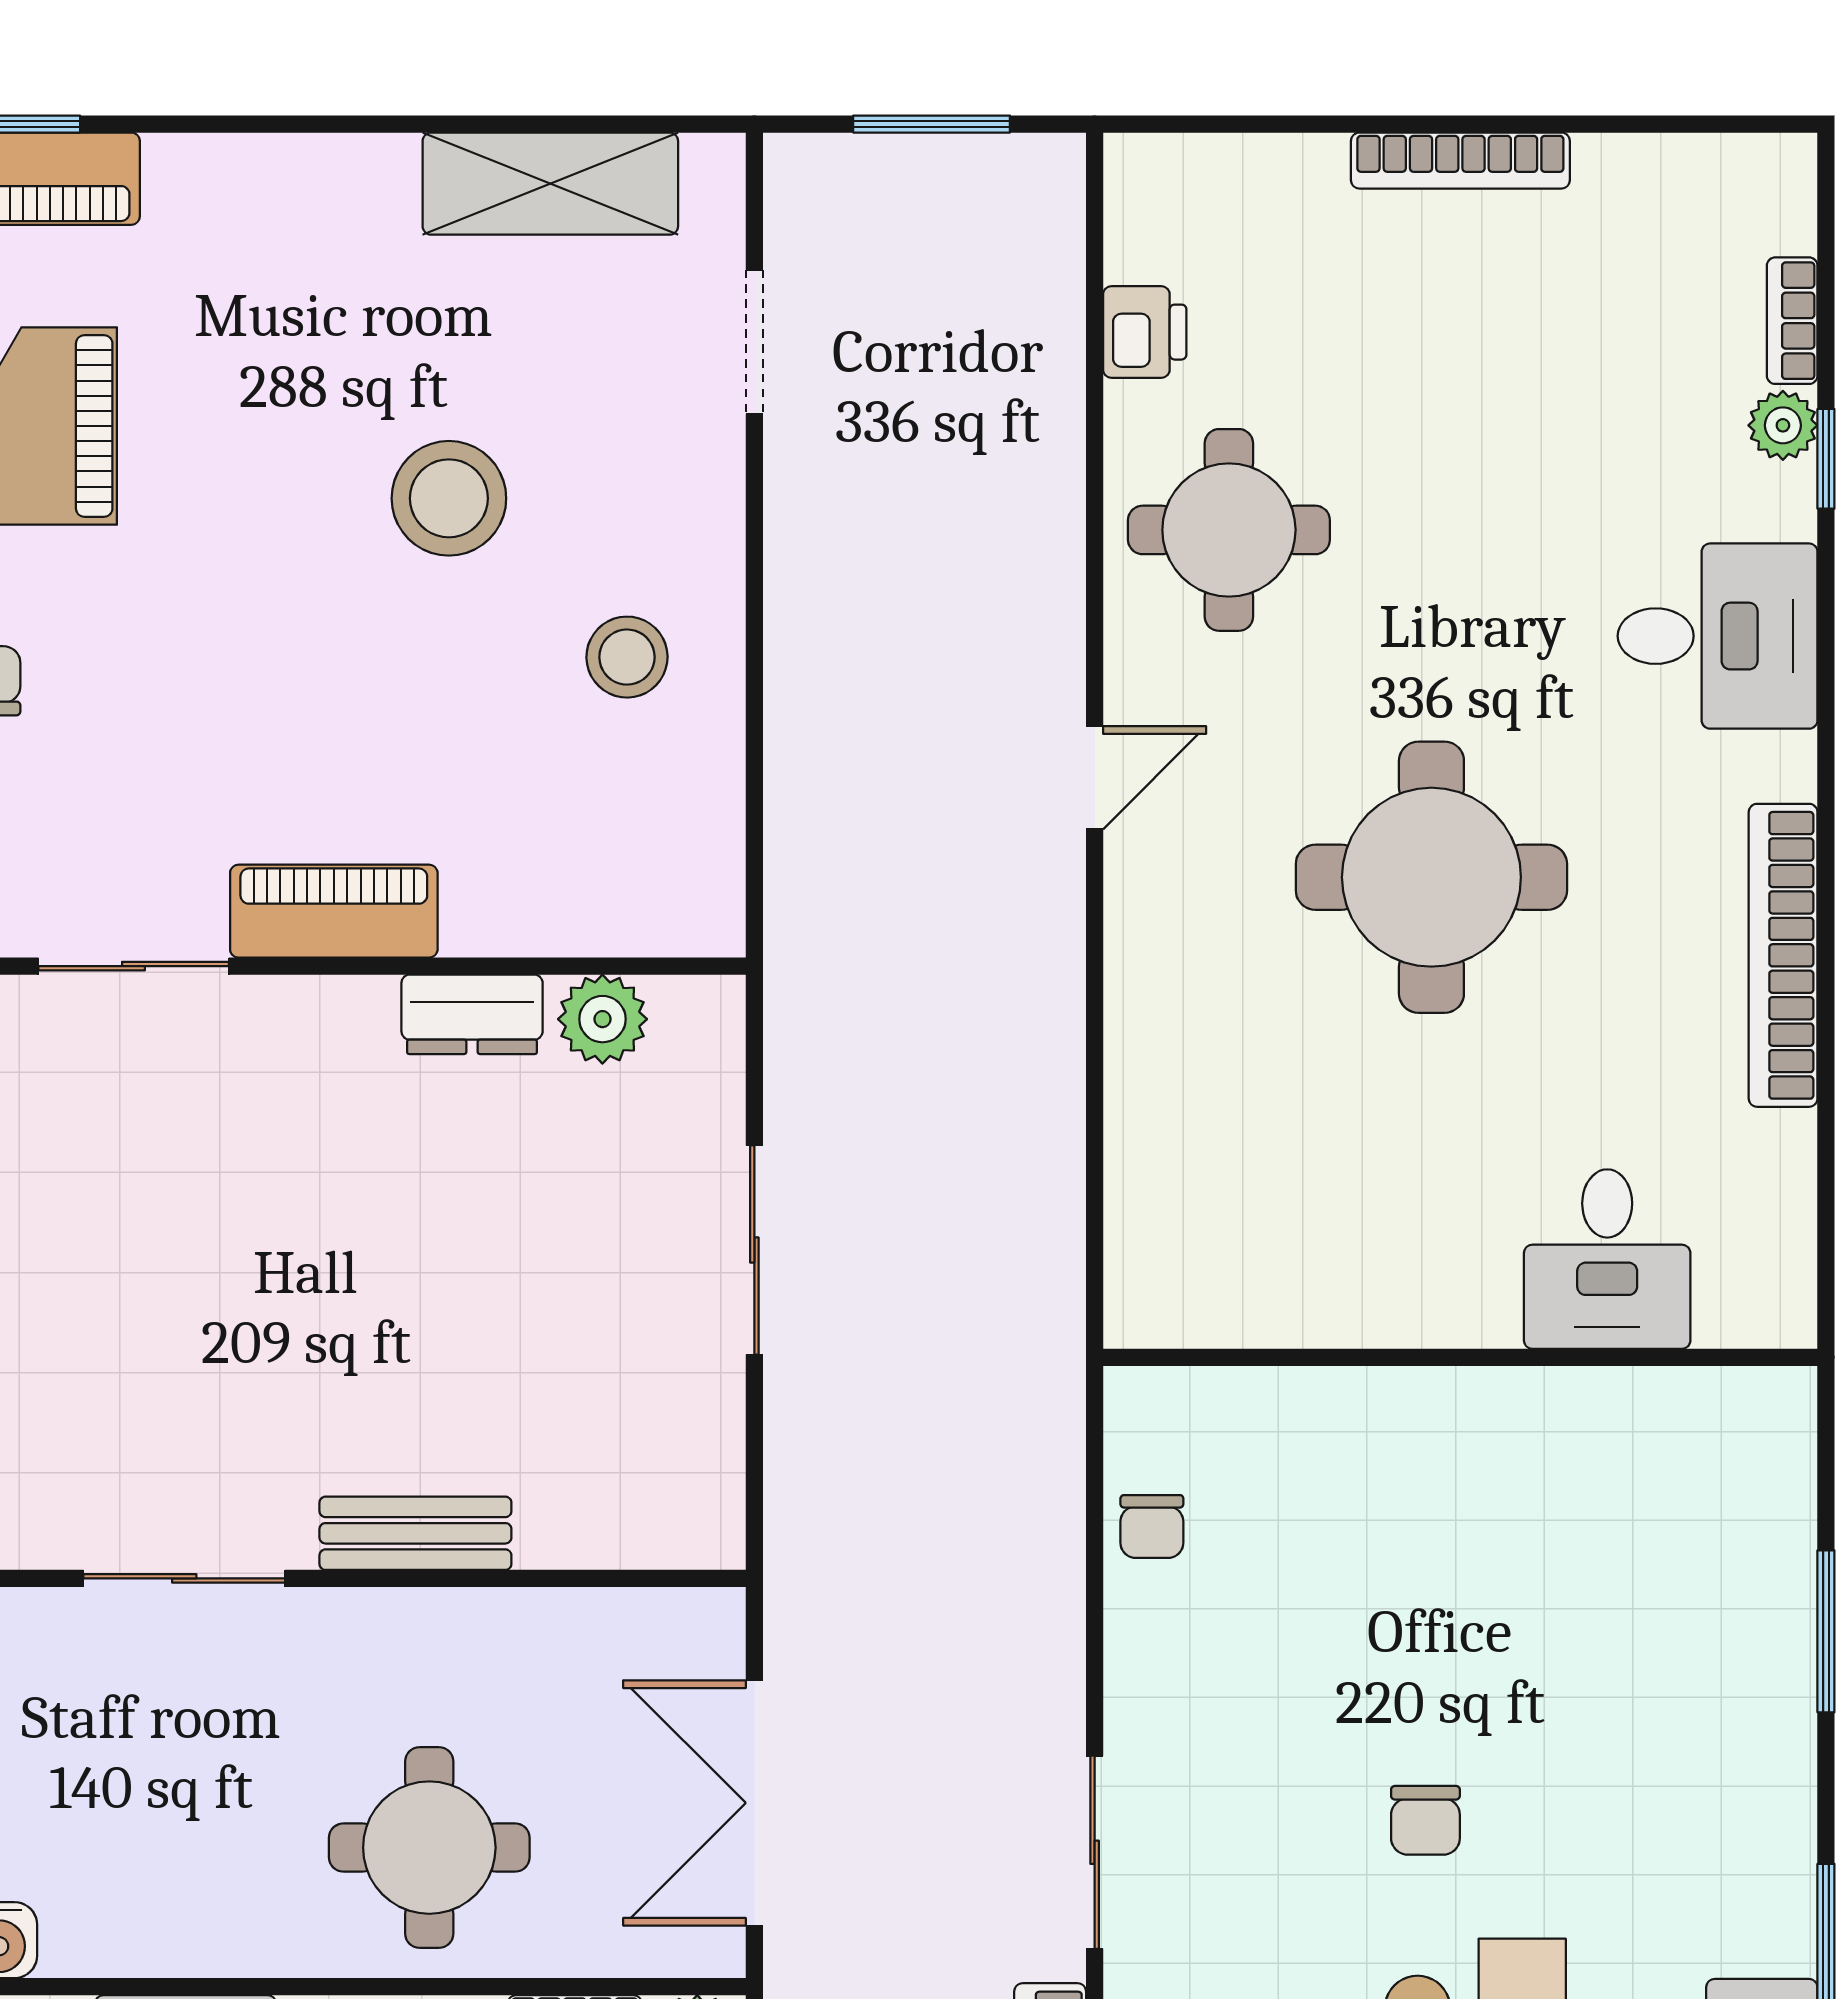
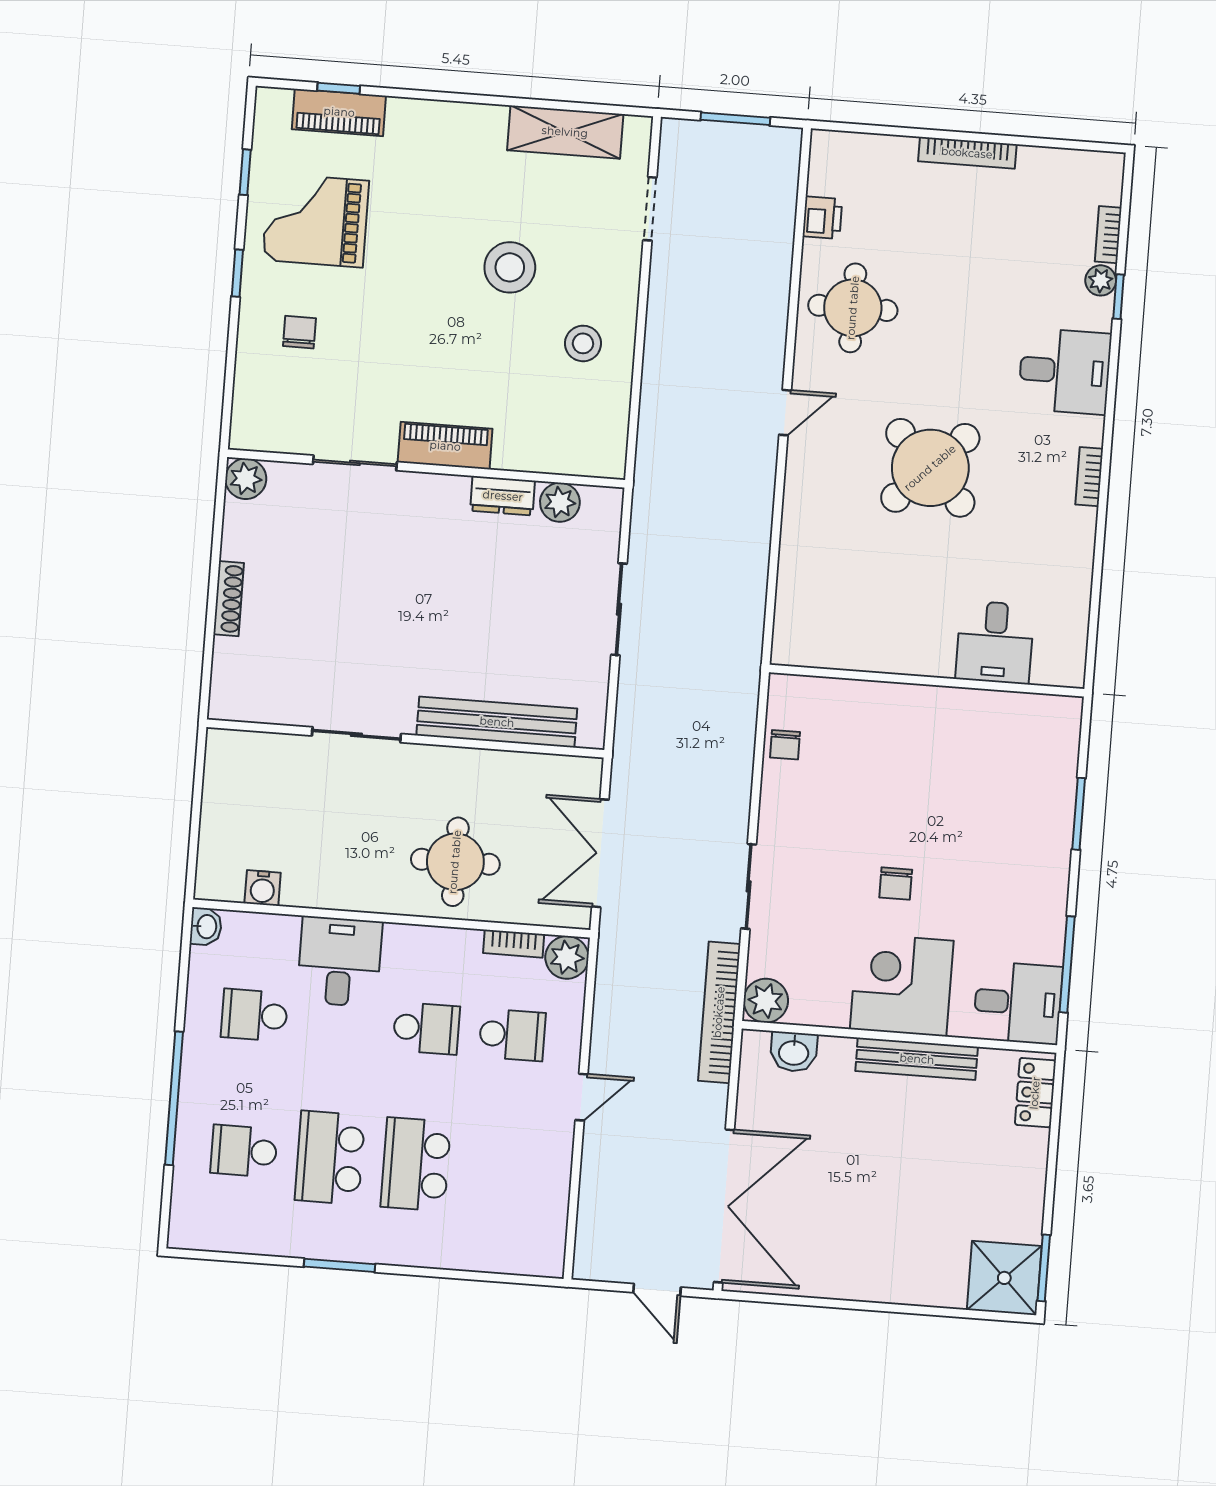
round table: (1431, 877) -> (930, 468), turned 45
bookcase: (1783, 955) -> (1089, 477), width x0.43, depth x0.76
bench: (415, 1533) -> (497, 722), width x1.86, depth x1.21

